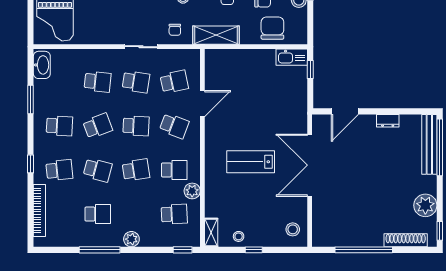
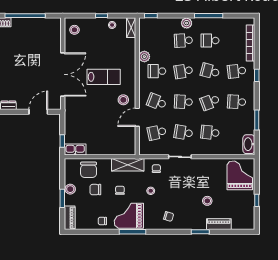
stool: (222, 129) -> (123, 100), added
school desk: (174, 214) -> (183, 40), moved

